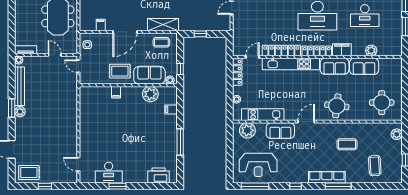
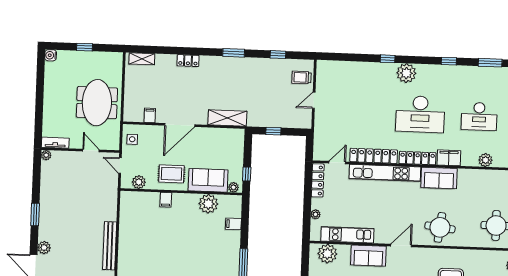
coffee table: (161, 42) -> (225, 140), removed
sofa: (364, 66) -> (476, 180), removed
plant: (94, 79) -> (139, 182), added
bench: (20, 86) -> (110, 246), moved
plant: (20, 112) -> (44, 248), moved

